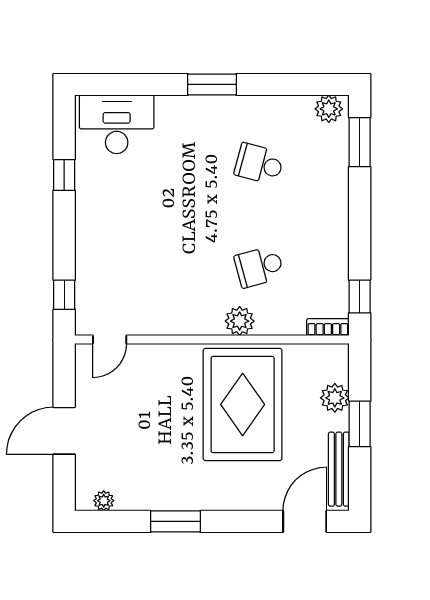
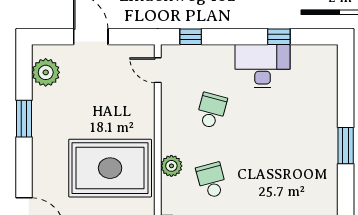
desk: (117, 124) -> (263, 66), moved, turned -90
school desk: (259, 164) -> (211, 111), moved
plant: (104, 501) -> (46, 72), width x1.87, depth x1.87

